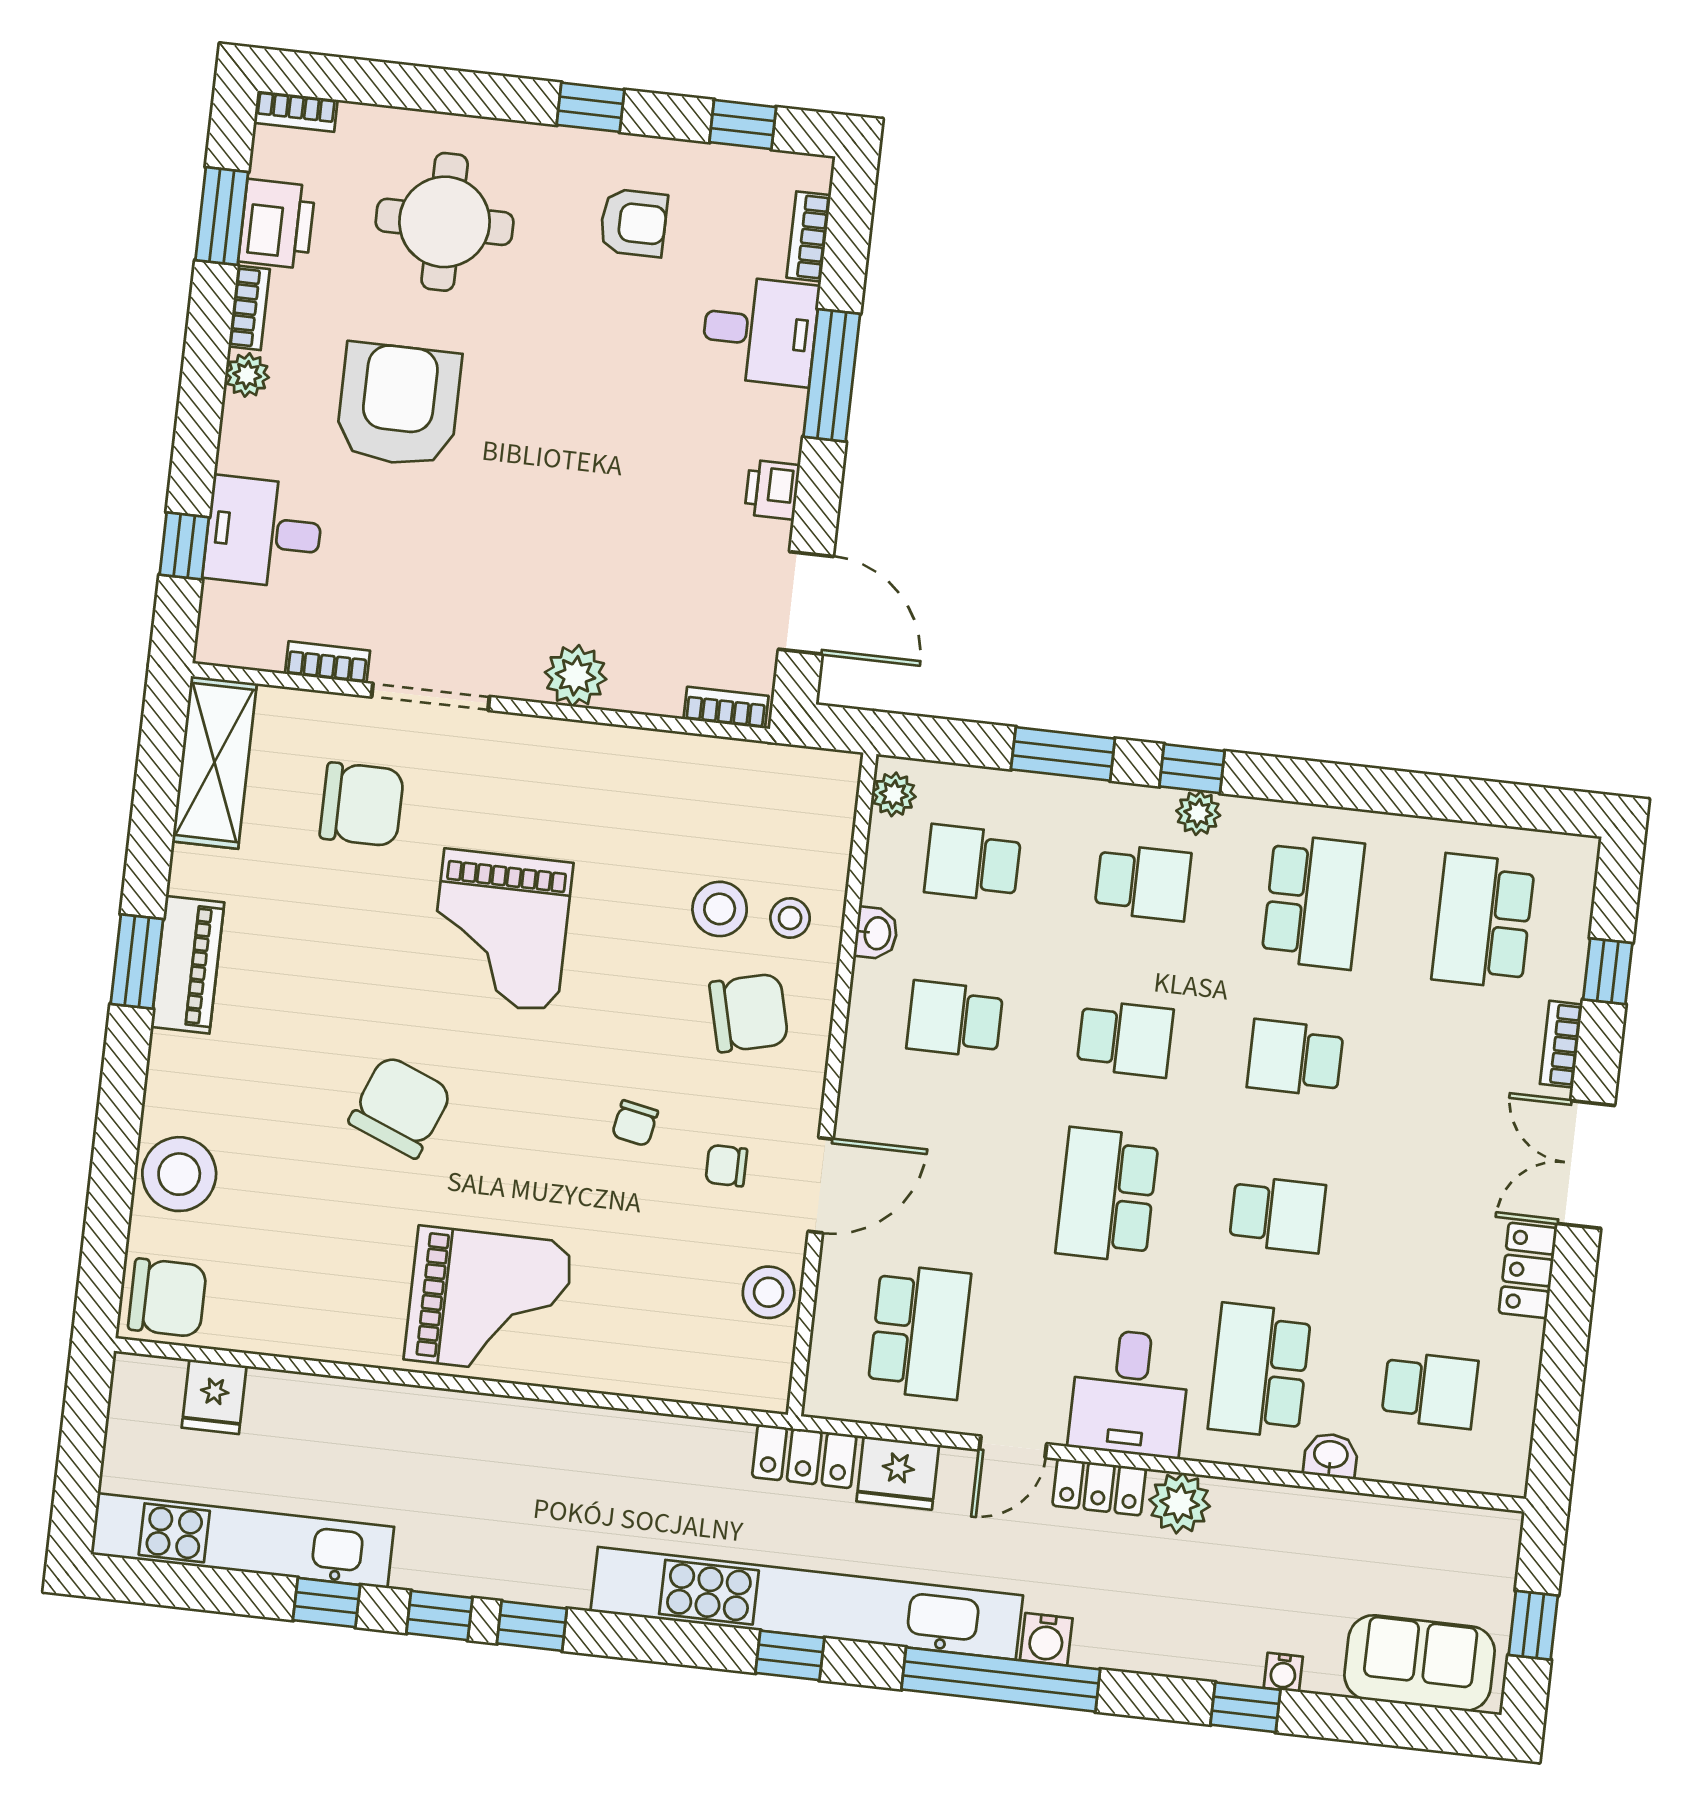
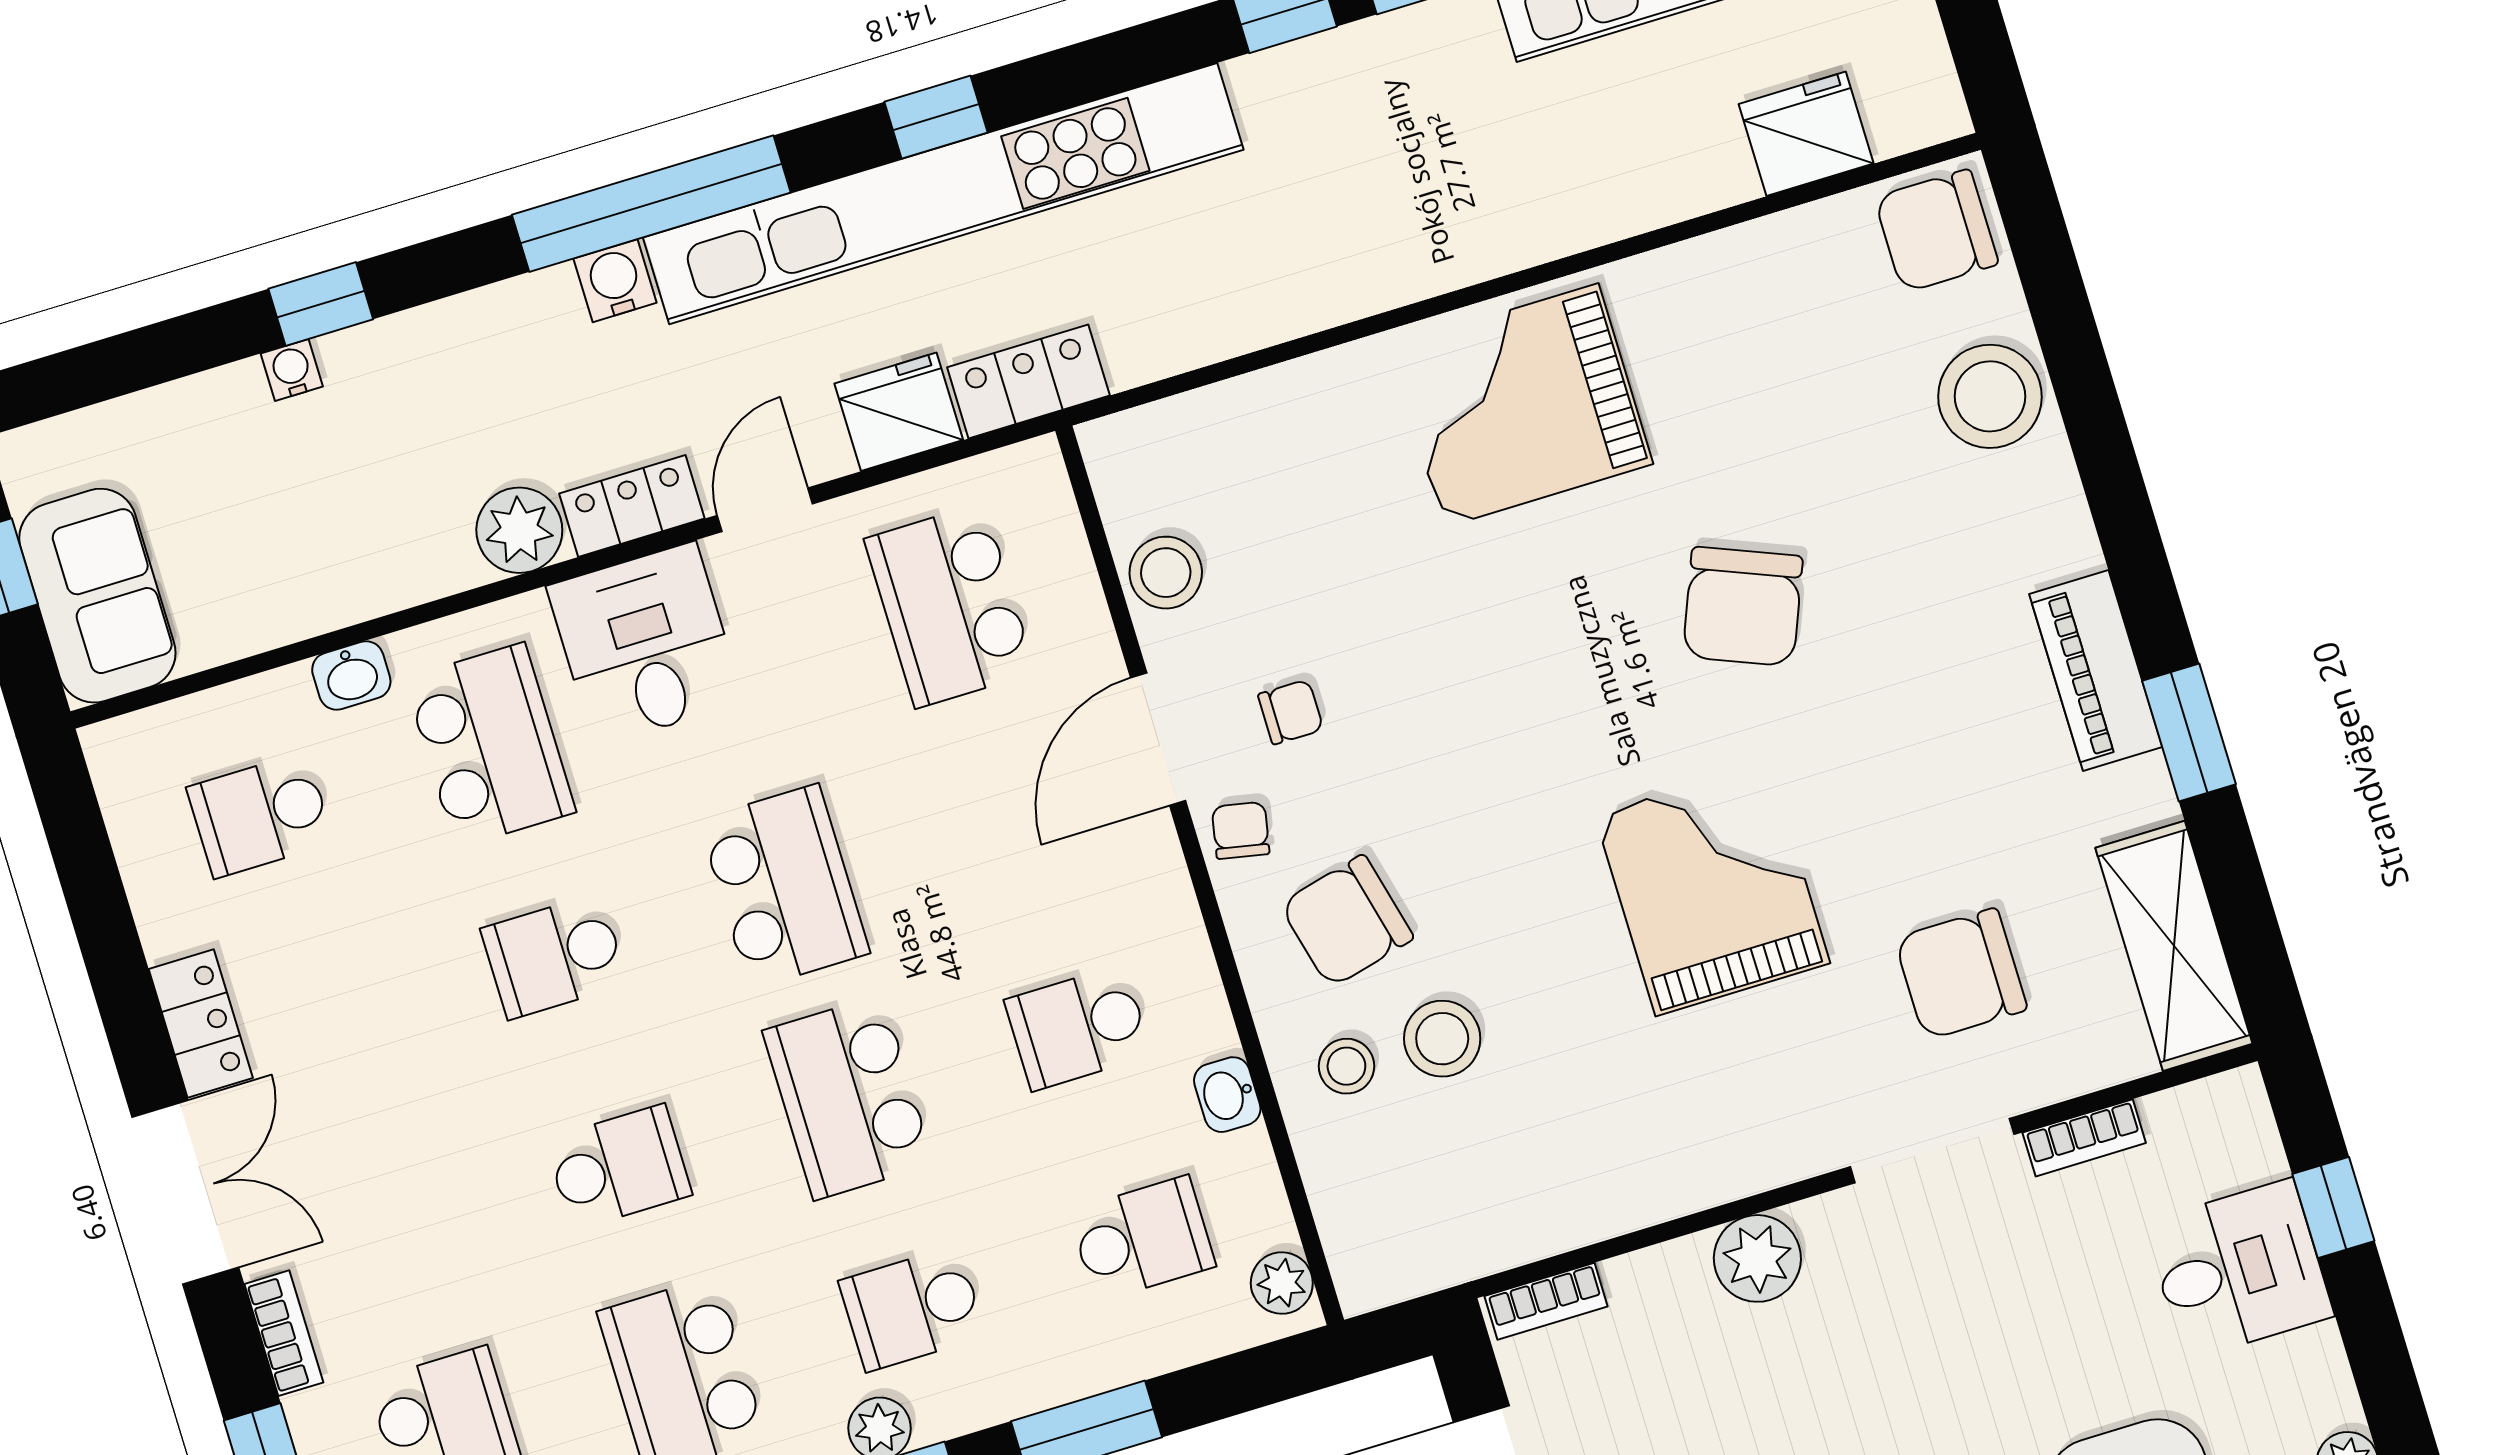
window: (137, 962) -> (2189, 732), moved
school desk: (955, 1019) -> (1078, 1028), turned 180
school desk: (1125, 1039) -> (848, 1097), width x1.85
chair: (635, 1123) -> (1241, 830), moved
fridge: (214, 1397) -> (1806, 134), width x1.38
sofa: (1419, 1663) -> (97, 596), moved, turned -90

